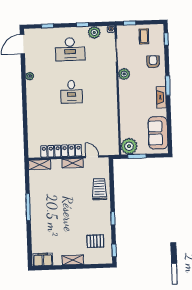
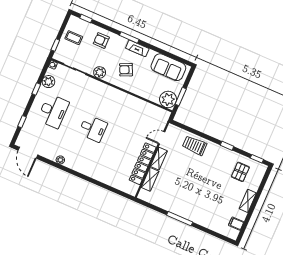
armchair: (138, 96) -> (126, 70), added
shelving: (40, 165) -> (150, 179), moved
filing cabinet: (43, 260) -> (236, 224), width x0.50

